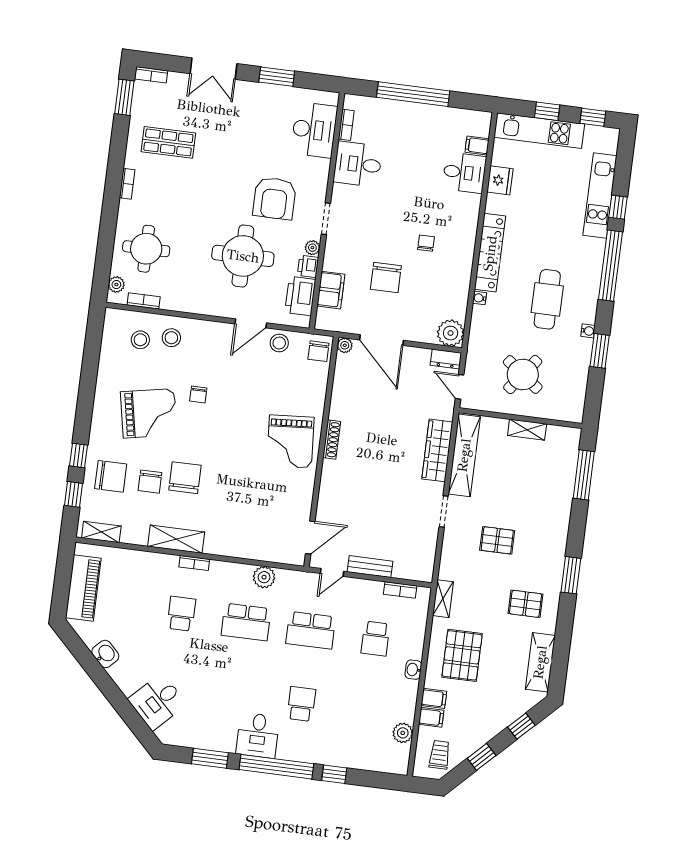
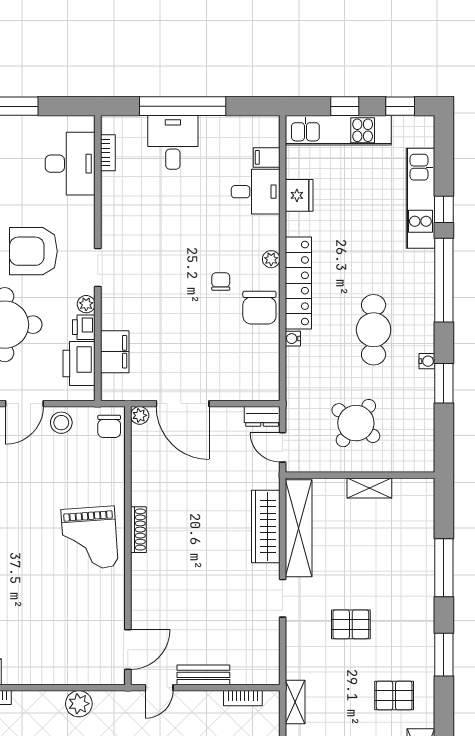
desk: (358, 164) -> (173, 142), moved, turned 90
armchair: (274, 198) -> (33, 251), turned 90
chair: (386, 277) -> (259, 308), moved
plant: (451, 333) -> (271, 259), moved, width x0.53, depth x0.53
window: (584, 475) -> (444, 568), moved

